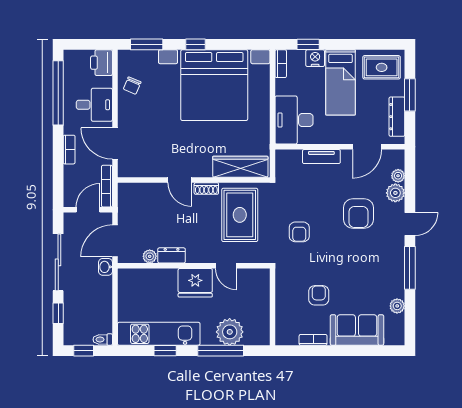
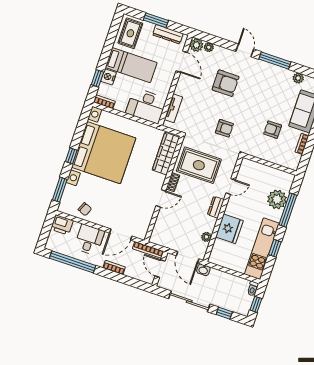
tv unit: (321, 157) -> (173, 108), moved
plant: (395, 193) -> (196, 45), moved
dresser: (172, 255) -> (216, 207), moved
fridge: (195, 283) -> (229, 229), moved

